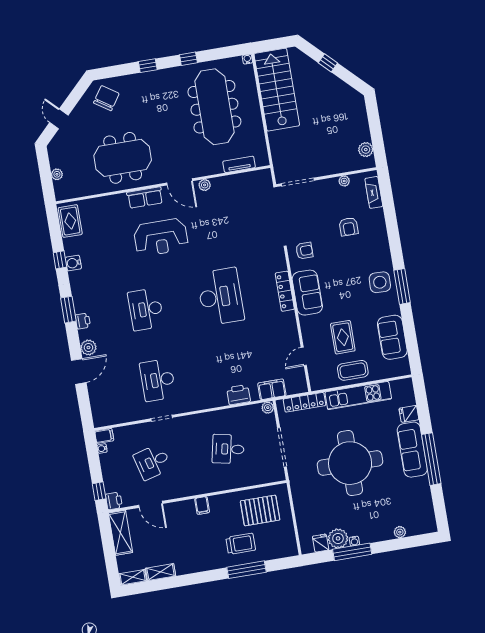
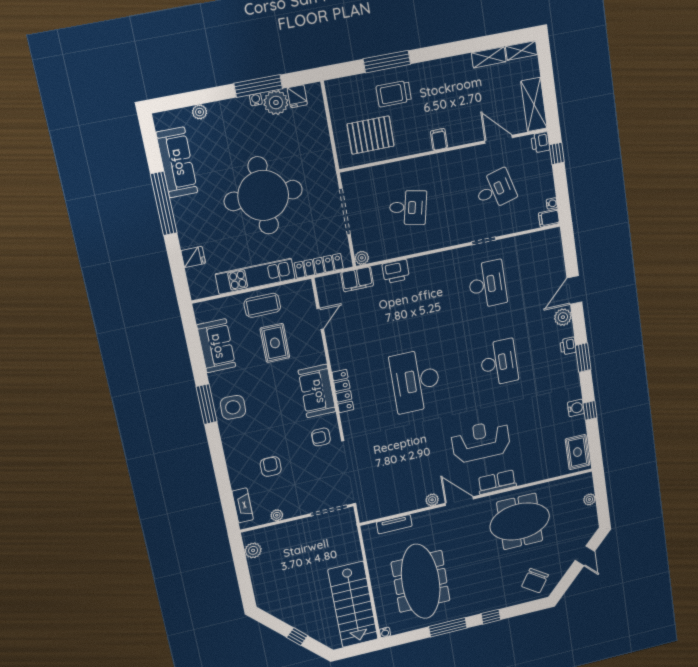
window: (188, 59) -> (448, 627), width x2.17
sofa: (412, 450) -> (177, 162), moved

